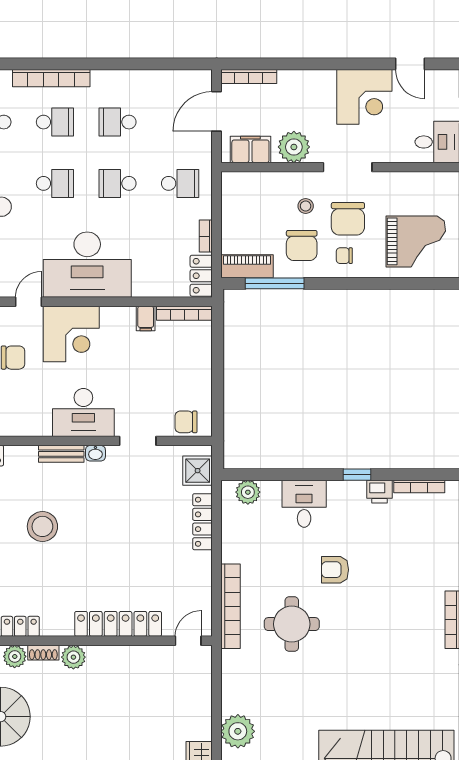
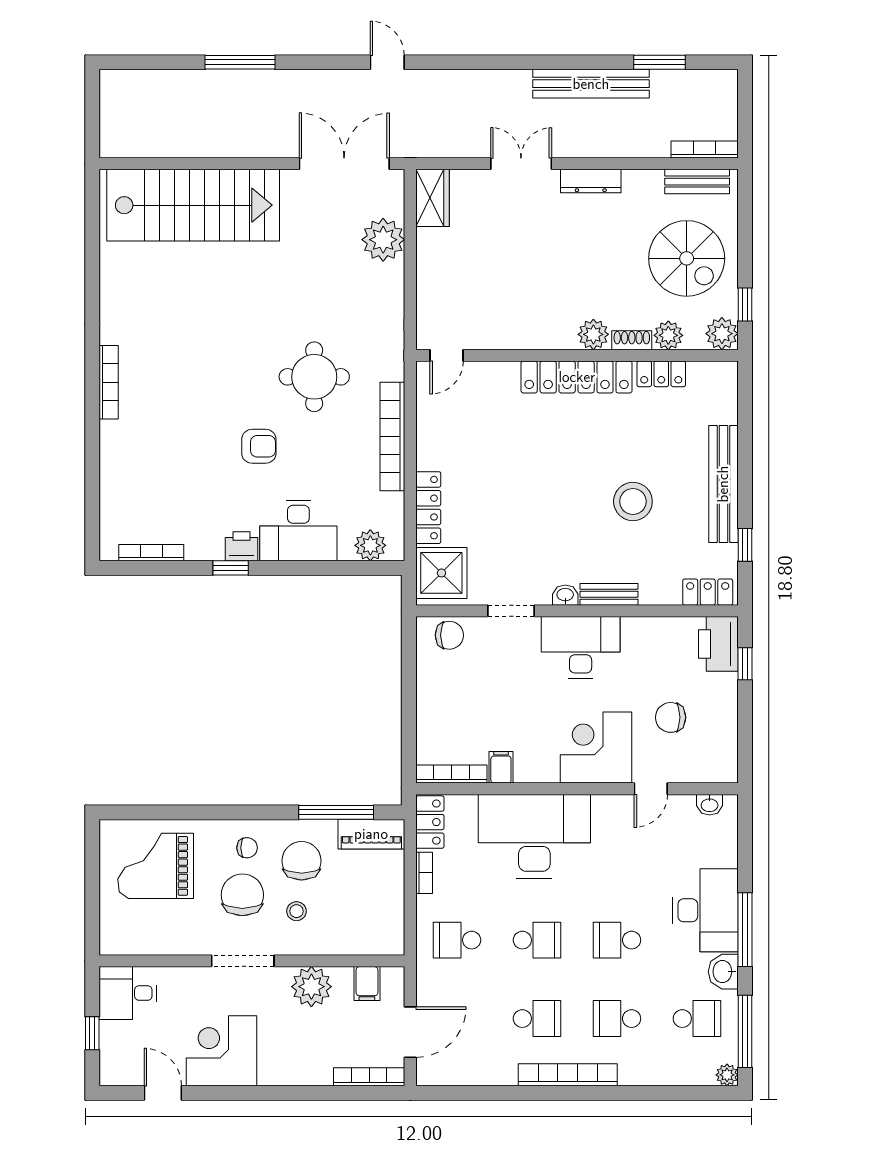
bookcase: (51, 78) -> (568, 1075), moved
filing cabinet: (250, 149) -> (367, 984), width x0.50
desk: (87, 265) -> (534, 836), moved
shower: (198, 471) -> (441, 573), width x1.36, depth x1.36
printer: (379, 492) -> (241, 546), moved
desk: (304, 504) -> (298, 531), width x1.37
bookcase: (231, 606) -> (392, 436), moved
locker: (118, 624) -> (577, 377), moved

